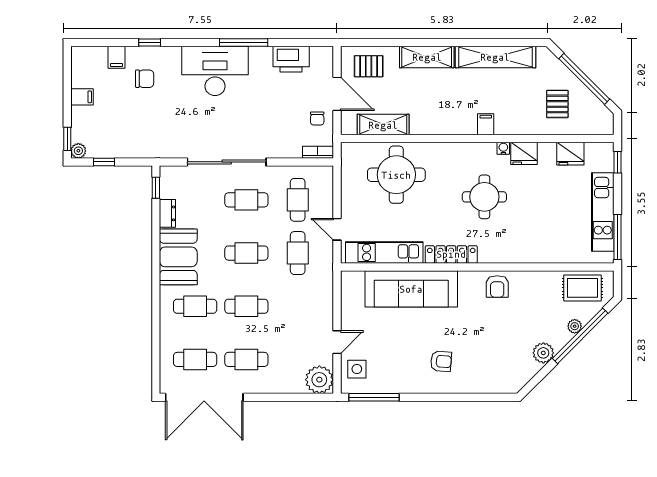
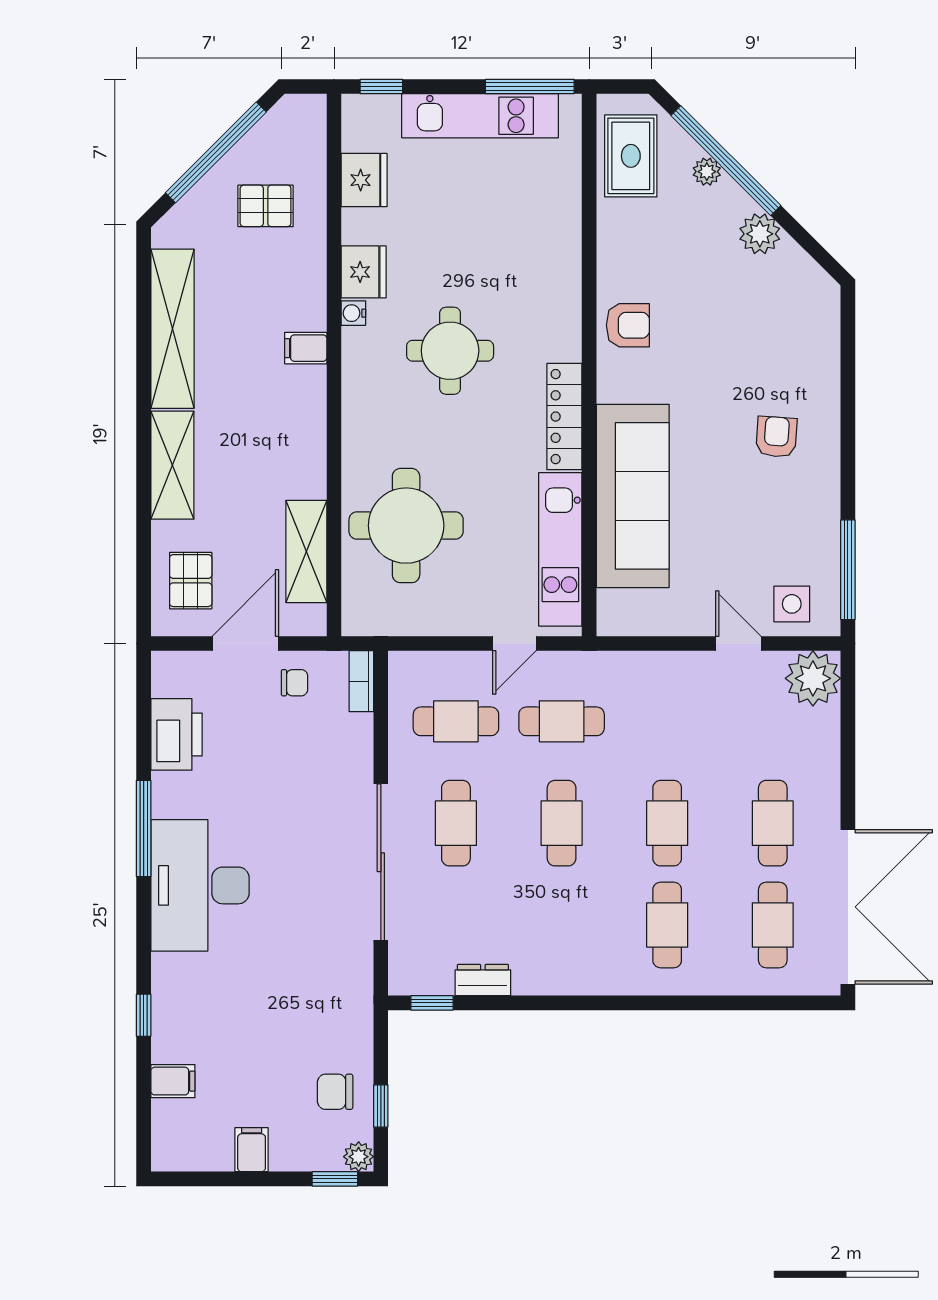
chair: (145, 79) -> (335, 1092), moved, turned -90
booth: (178, 257) -> (569, 958), removed

